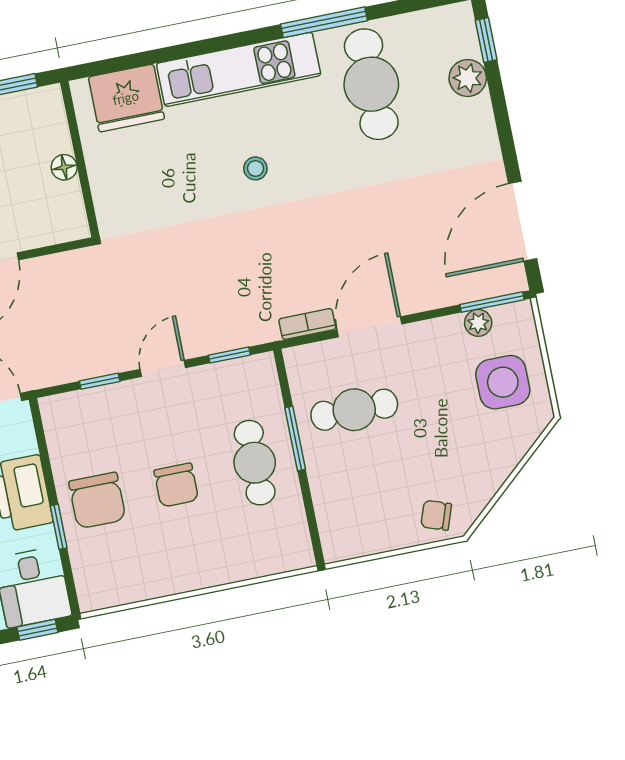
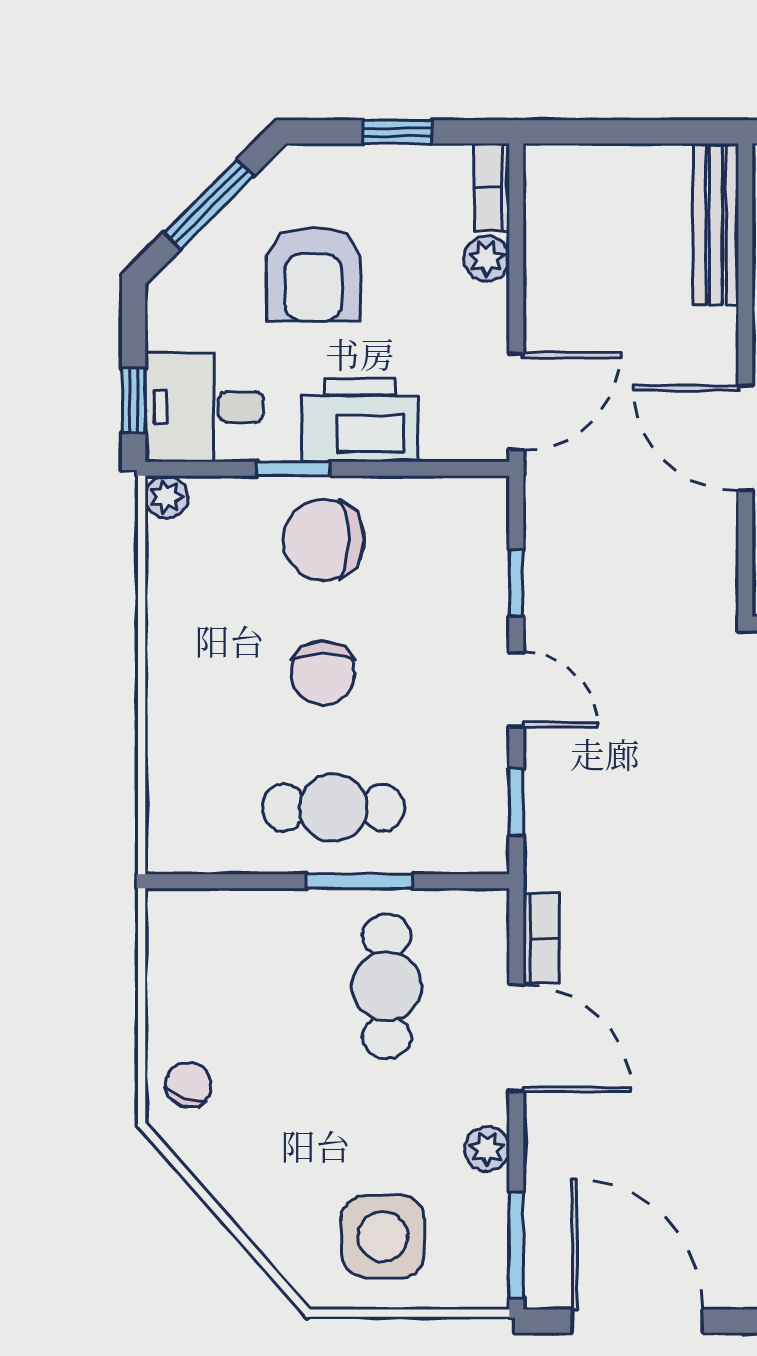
plant: (478, 323) -> (487, 1149), moved
chair: (176, 485) -> (323, 673), turned -90
plant: (91, 599) -> (166, 497), added

